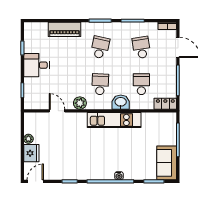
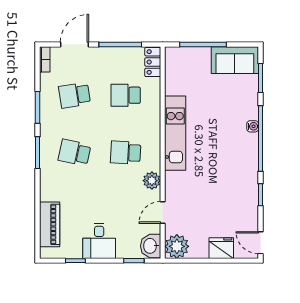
piano: (65, 29) -> (50, 224), moved
washbasin: (121, 102) -> (151, 246), moved
plant: (28, 139) -> (177, 246), moved, width x1.88, depth x1.88

